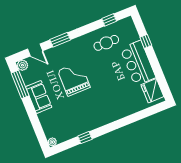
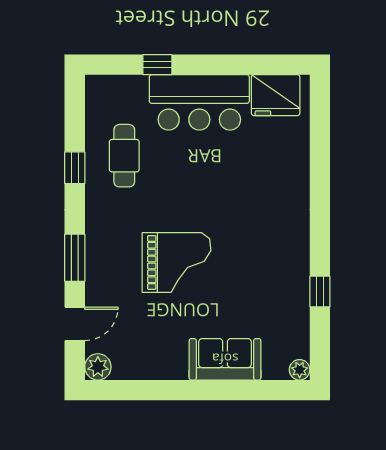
window: (109, 20) -> (75, 168), moved
grand piano: (74, 79) -> (177, 263), turned 180
window: (20, 84) -> (139, 390), removed
sofa: (39, 97) -> (225, 359), moved

